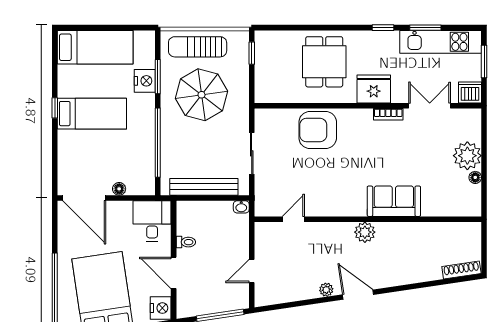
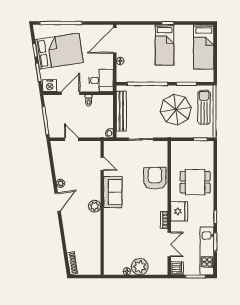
nightstand: (145, 81) -> (184, 76), removed
sofa: (394, 201) -> (113, 192), moved

